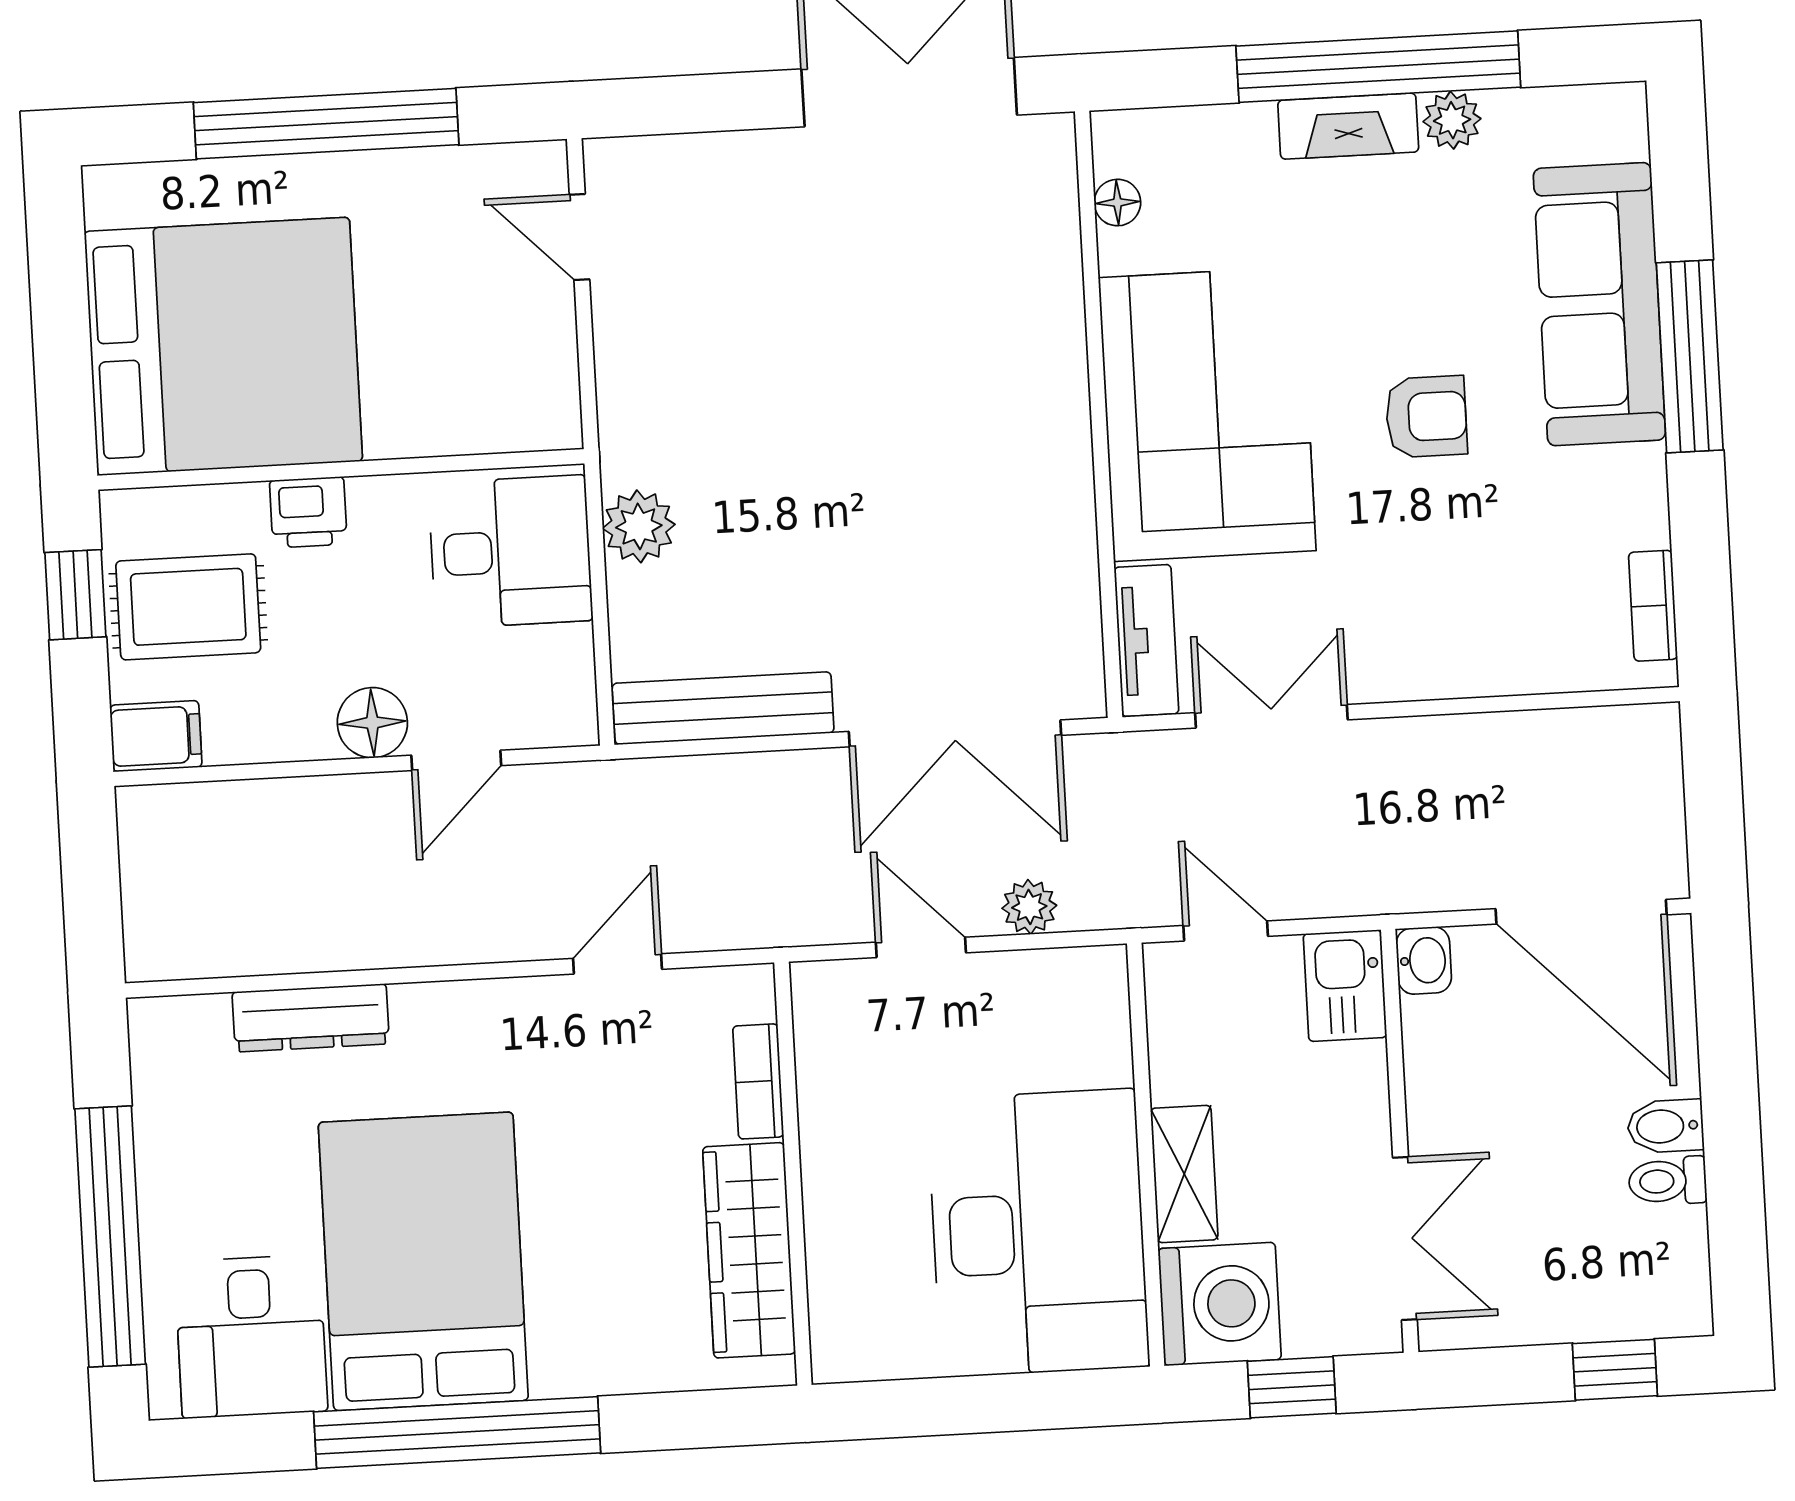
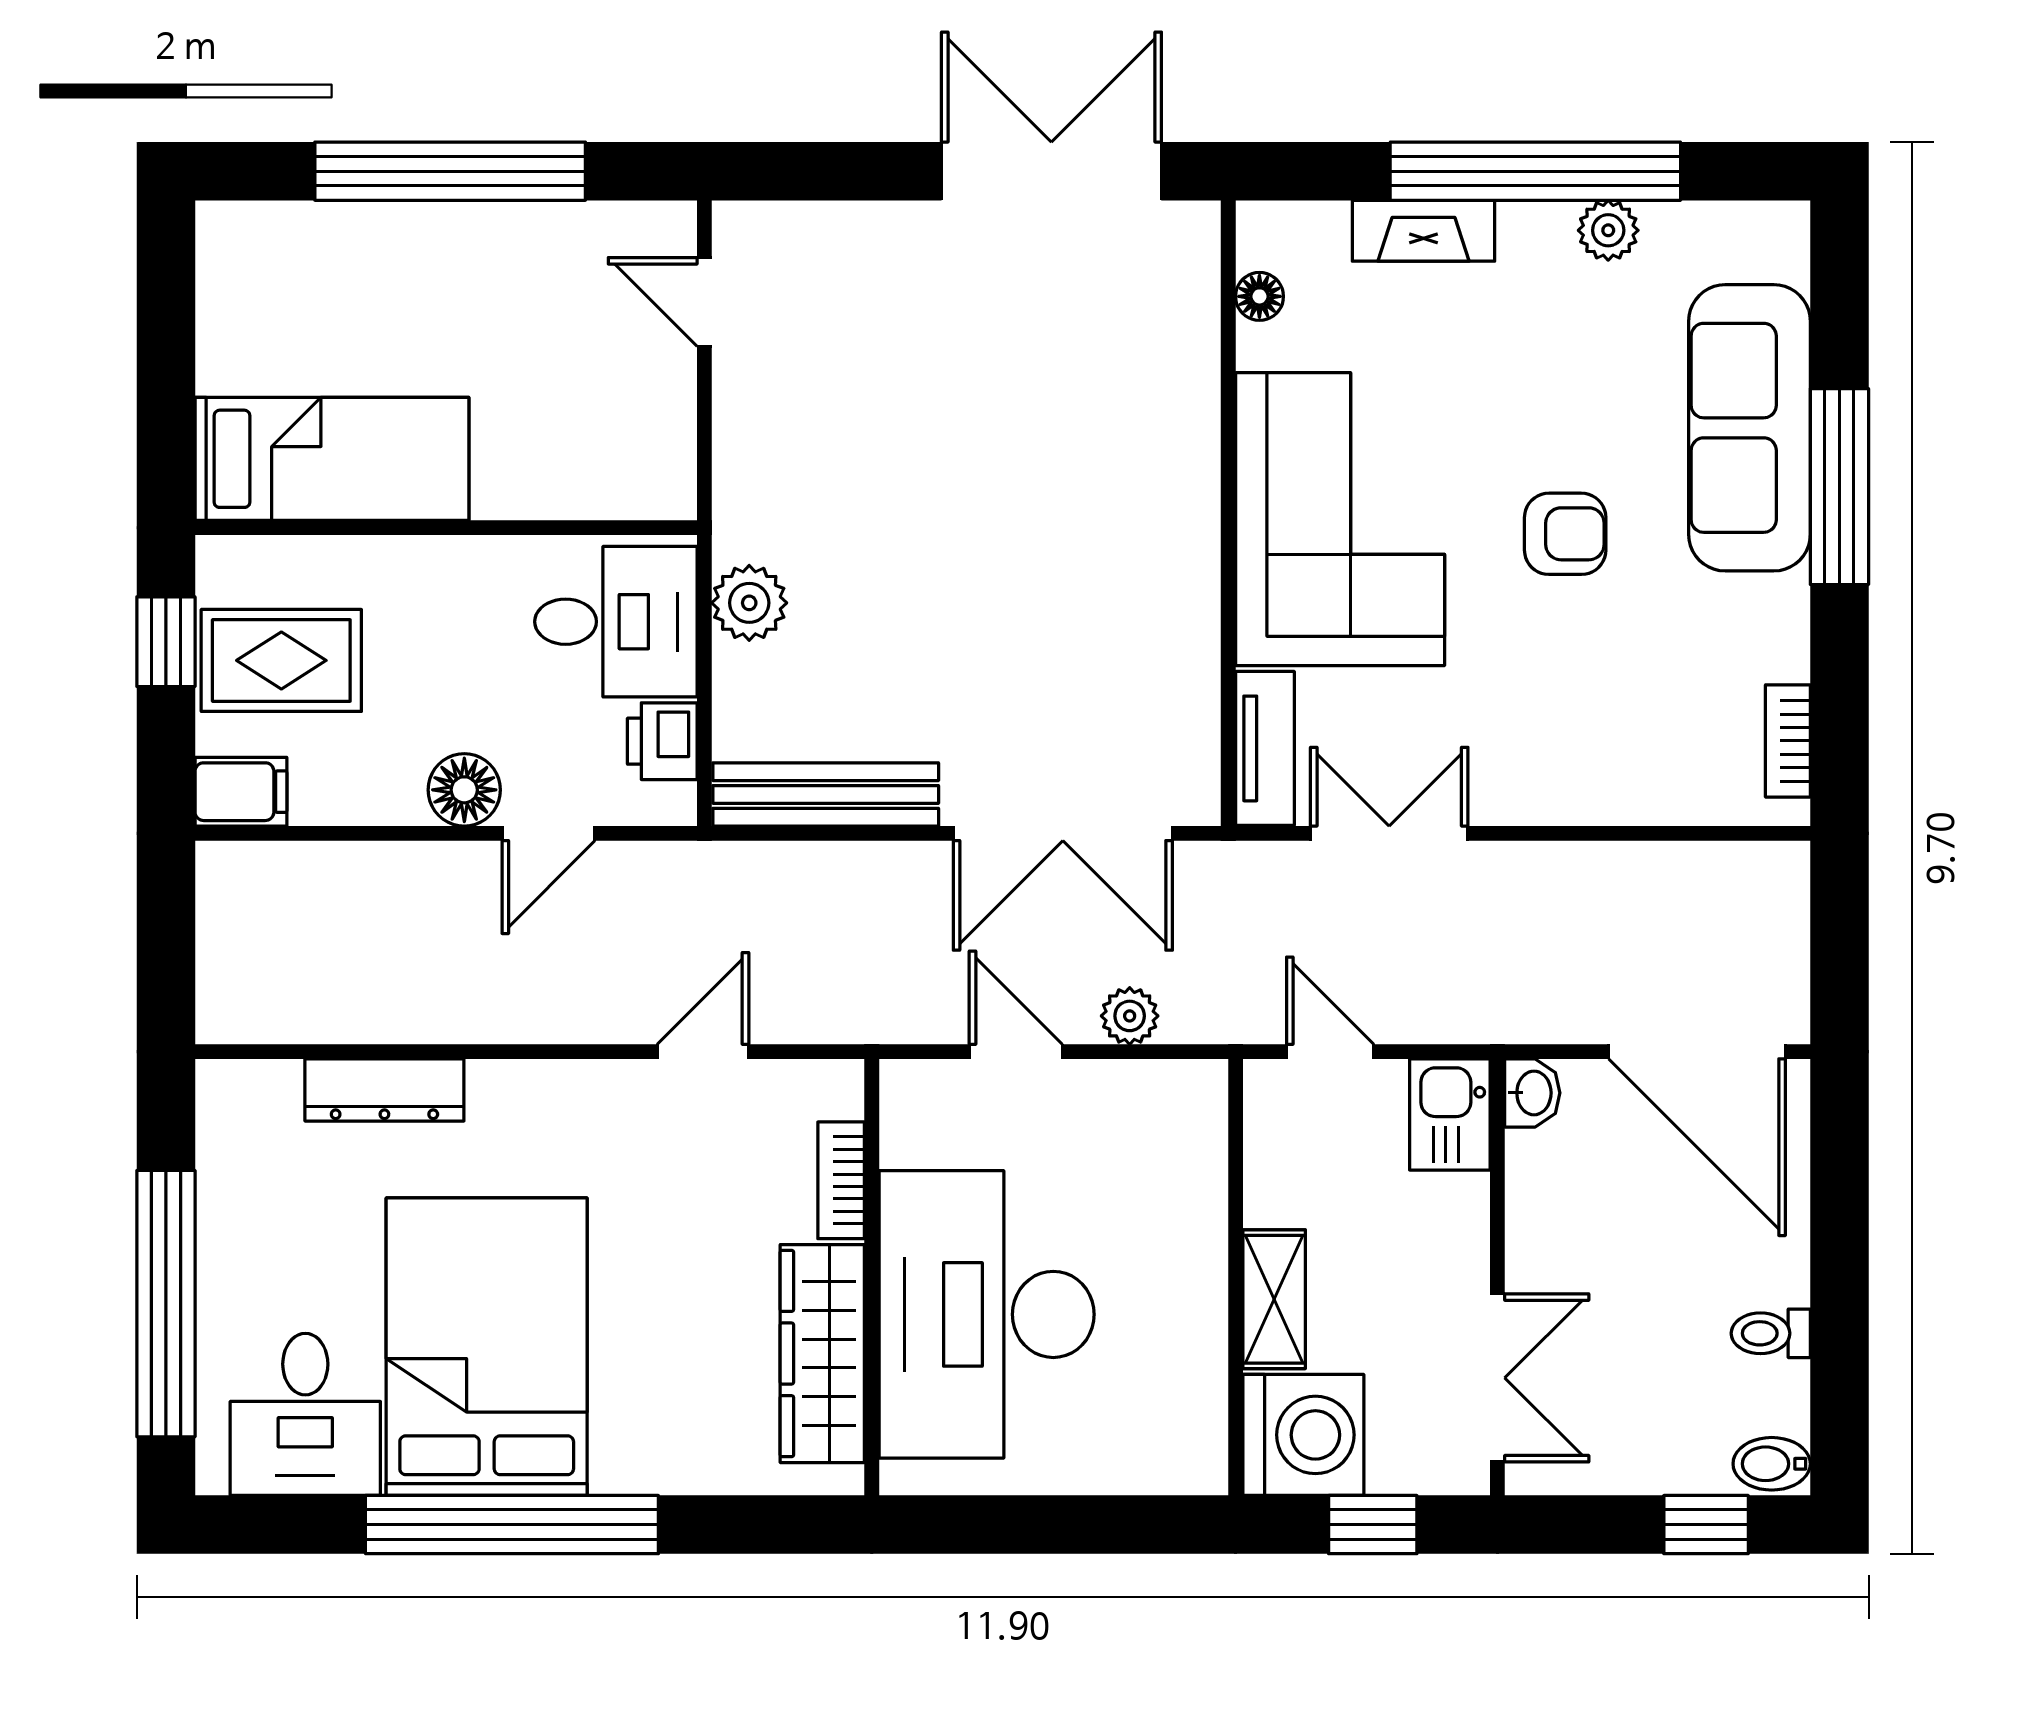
fireplace: (1348, 126) -> (1423, 231), moved
bed: (223, 346) -> (332, 459), width x0.49
printer: (308, 512) -> (662, 741), moved, turned 90
bidet: (1665, 1126) -> (1772, 1464), moved
desk: (1038, 1233) -> (987, 1314), moved, turned 180

